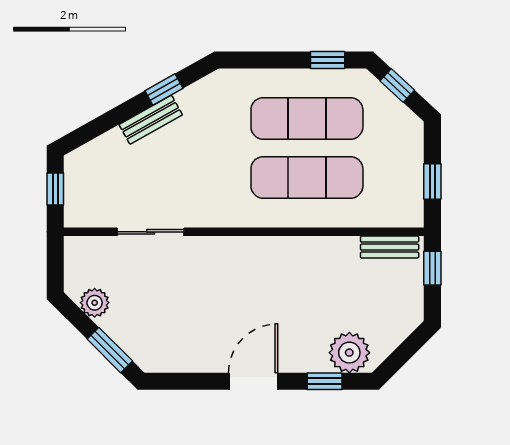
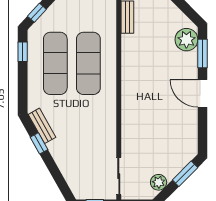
bench: (151, 120) -> (42, 126), moved
sliding door: (151, 232) -> (119, 176), moved
window: (325, 381) -> (202, 53), width x1.50

